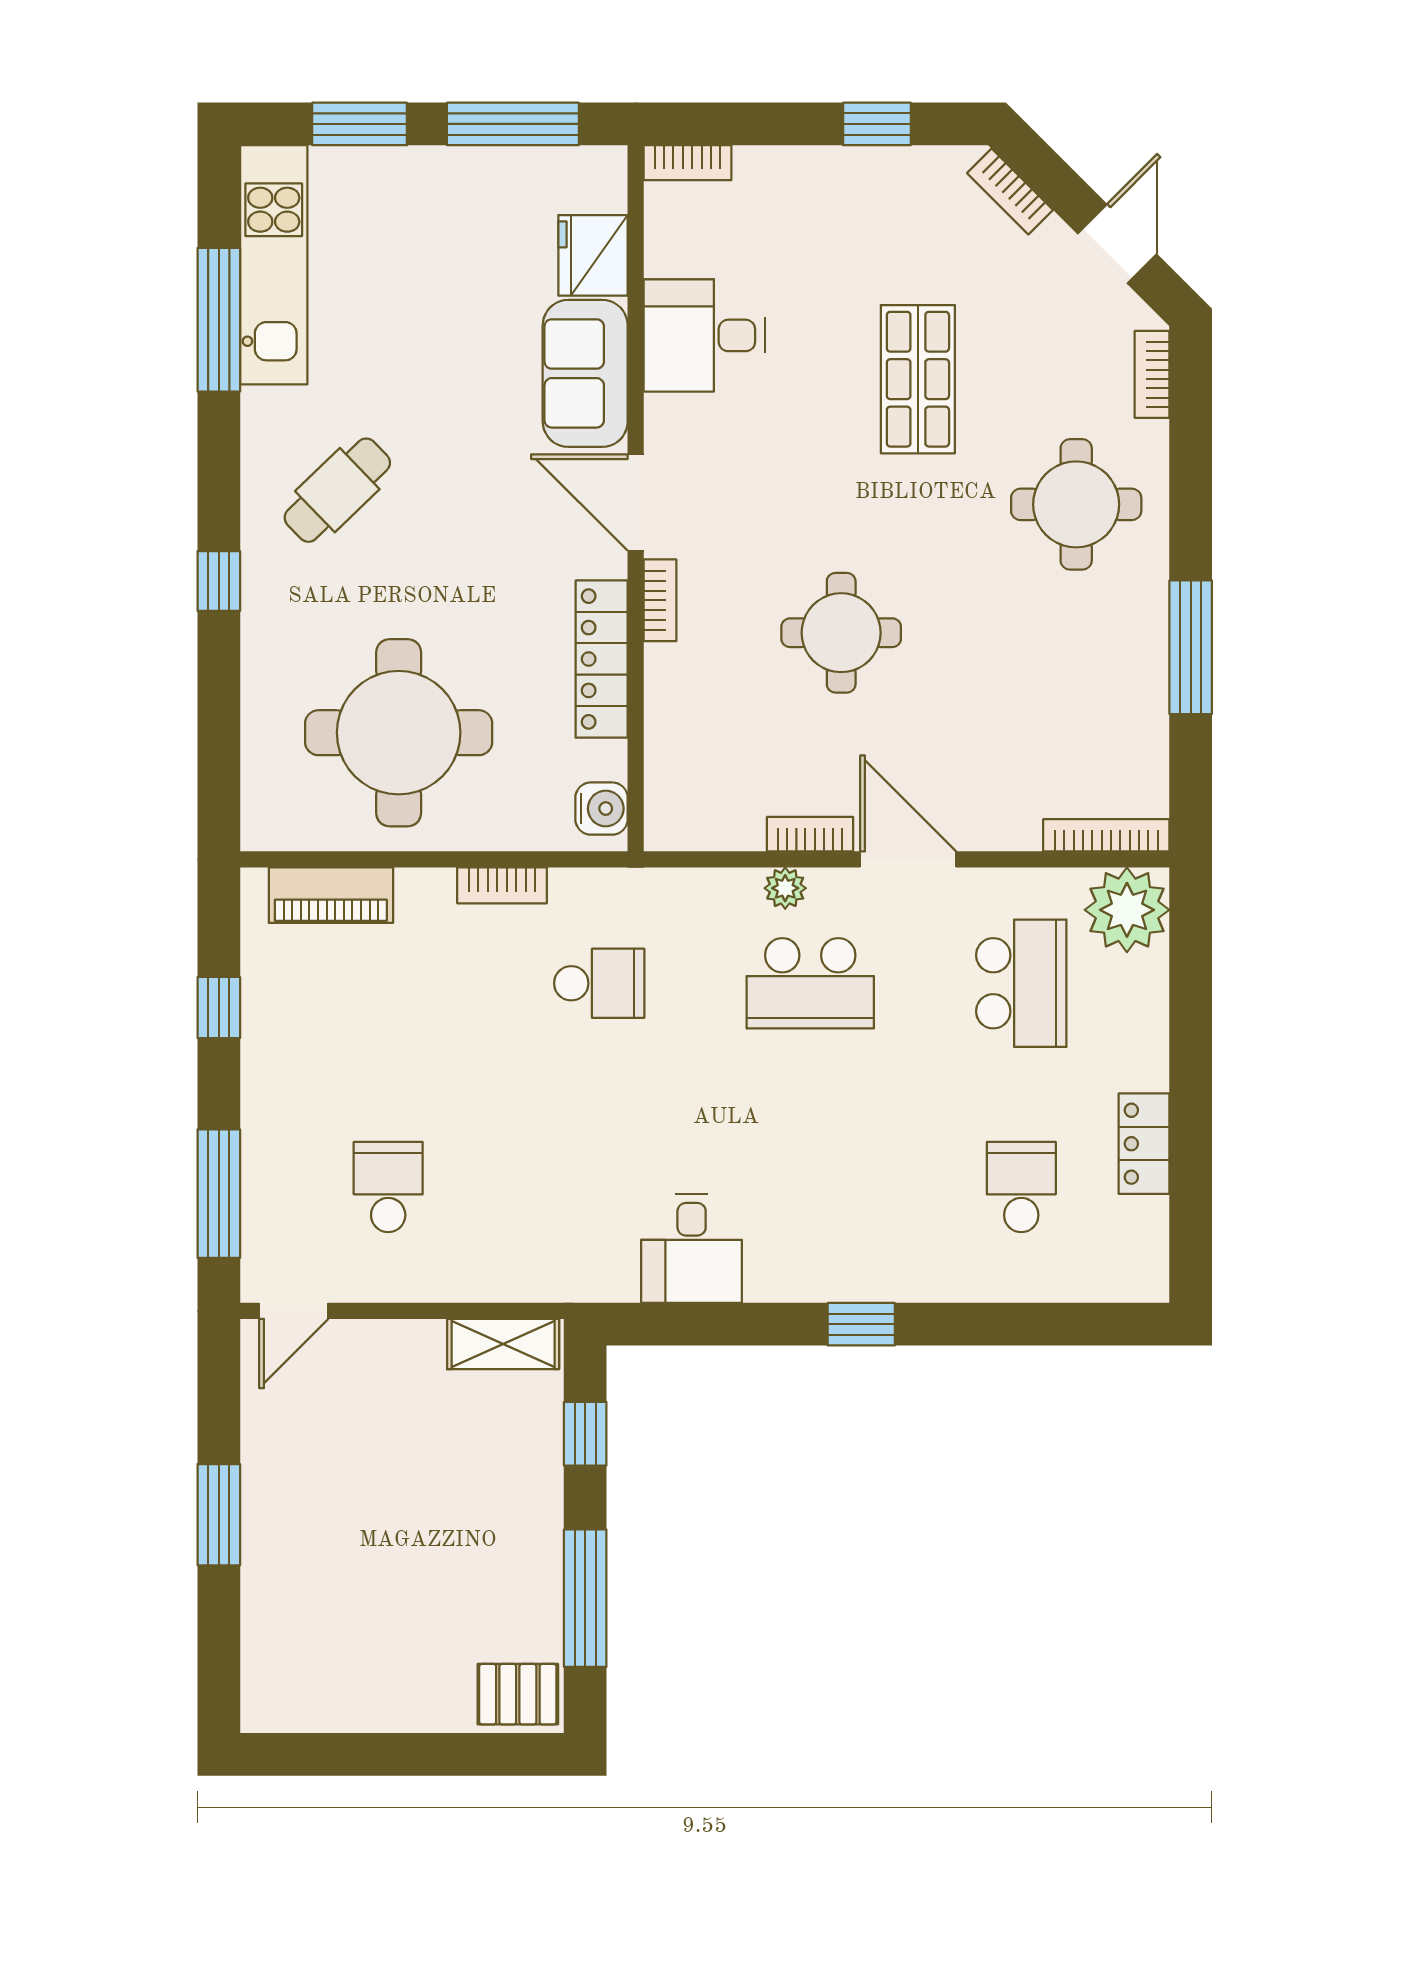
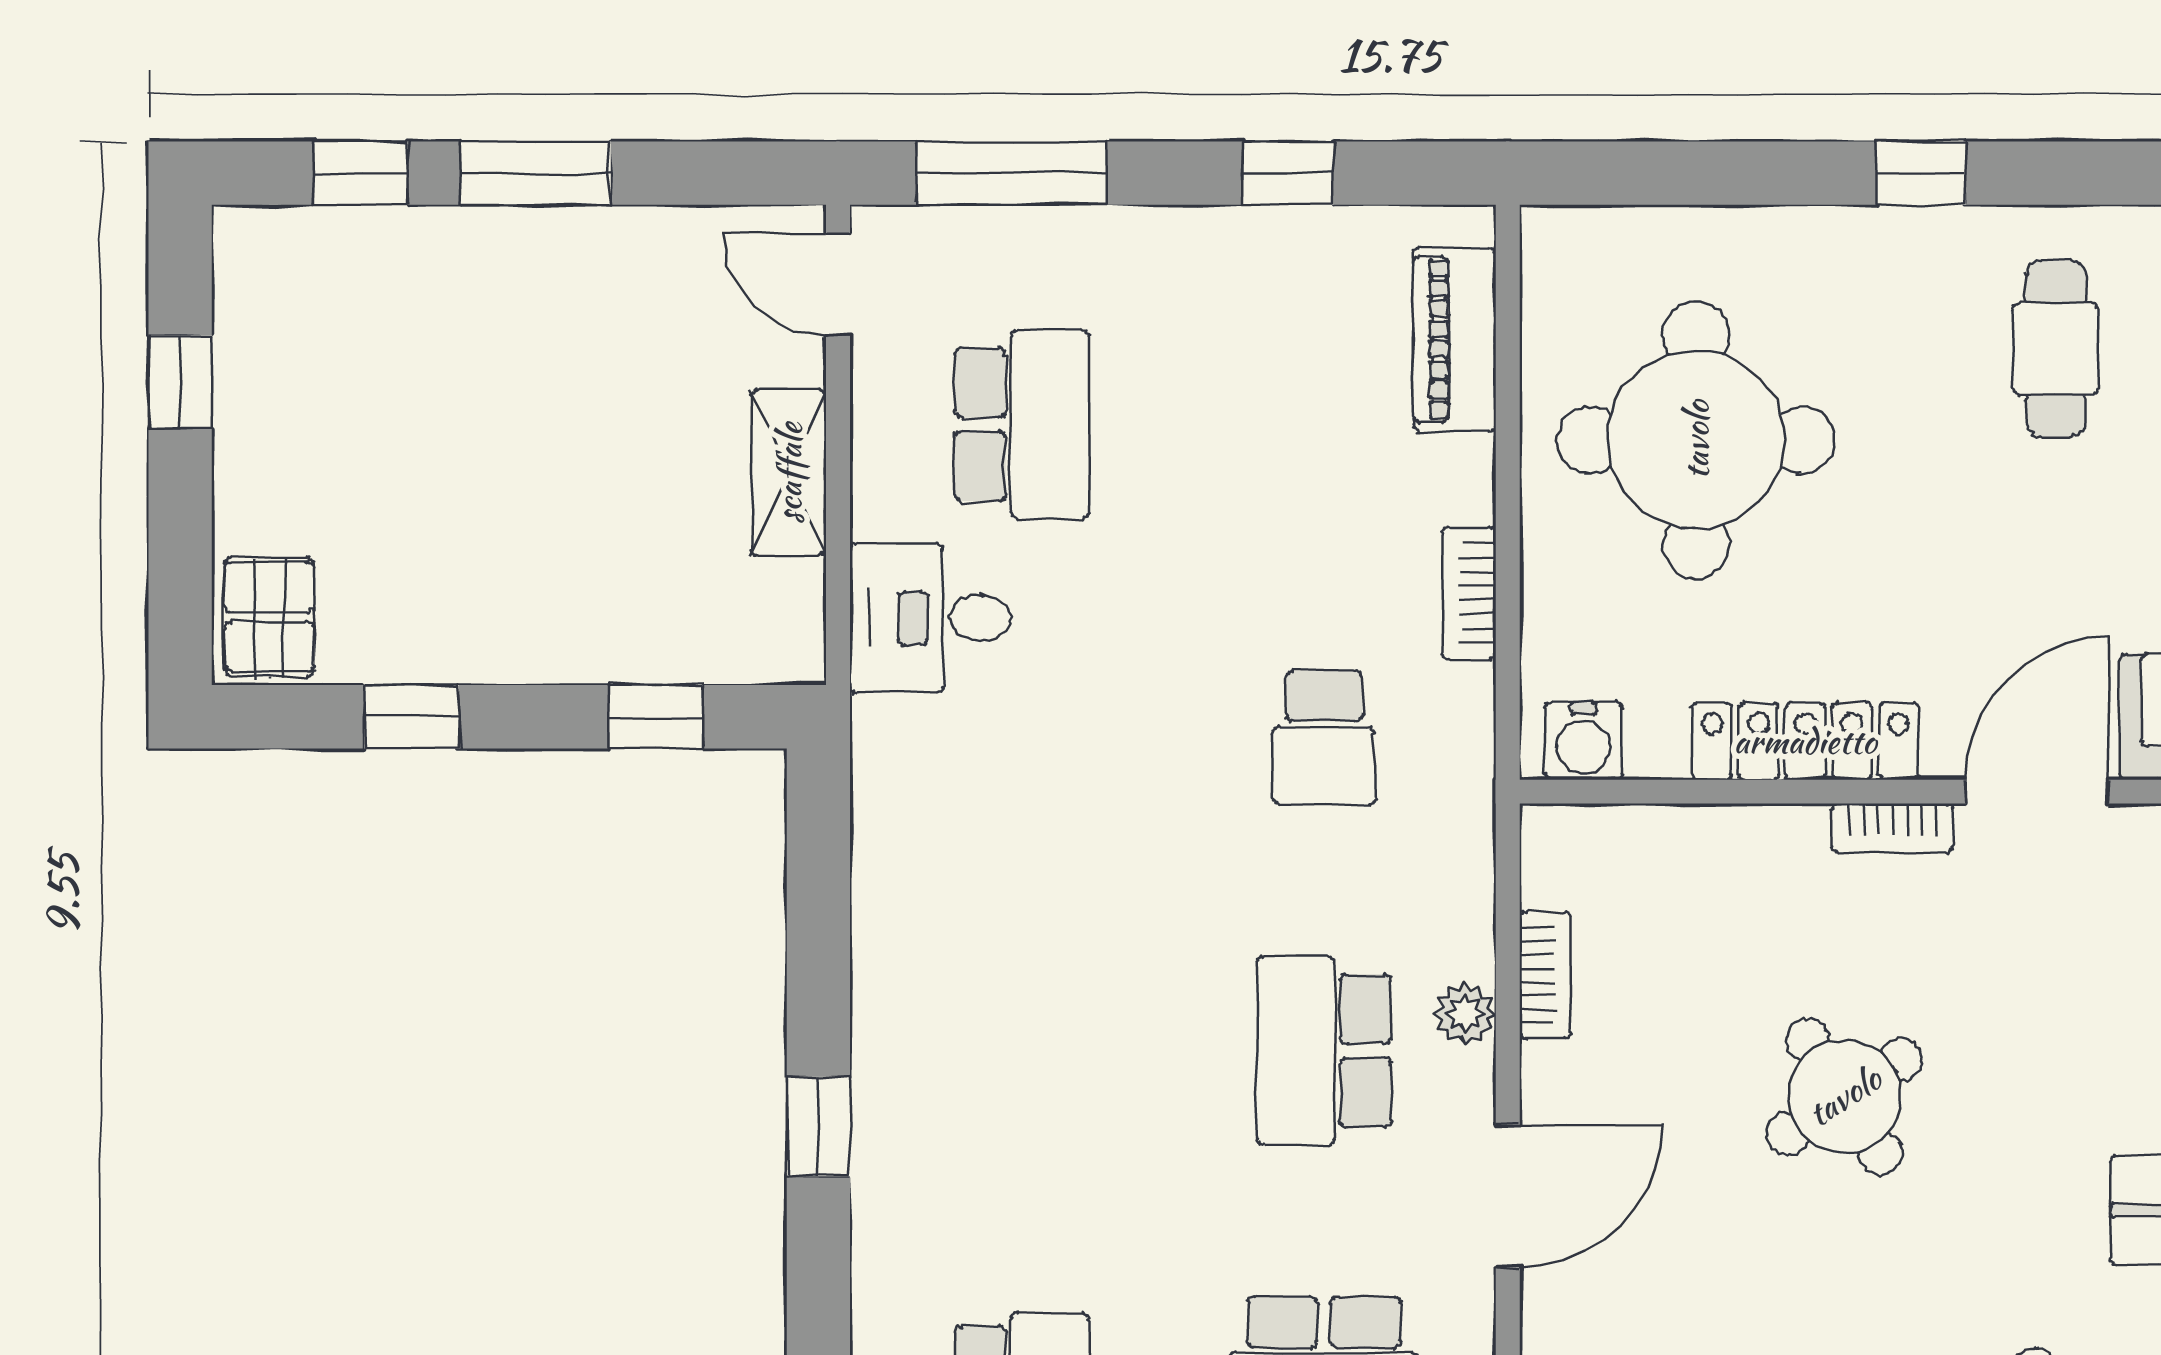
cafe table: (337, 490) -> (2056, 349), turned 44
round table: (841, 633) -> (1844, 1096), turned -33
bookcase: (810, 834) -> (1545, 975), moved
school desk: (388, 1187) -> (1022, 424), width x1.85
desk: (692, 1249) -> (930, 618), moved
shelving: (503, 1344) -> (789, 473), moved
window: (585, 1598) -> (412, 717), width x0.46
window: (219, 1632) -> (361, 173), added
window: (360, 1754) -> (180, 382), added

